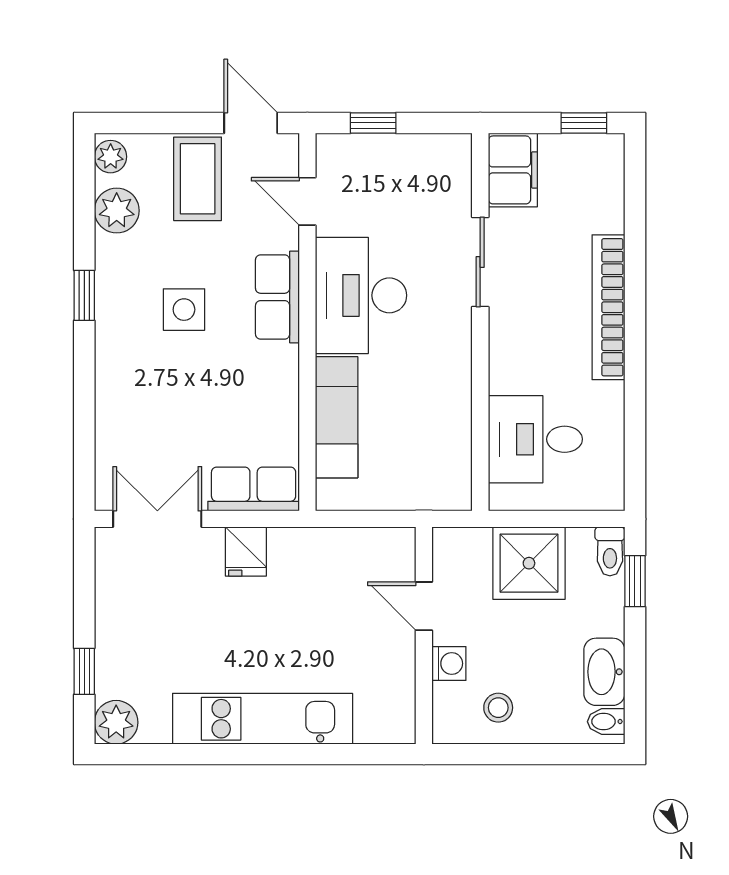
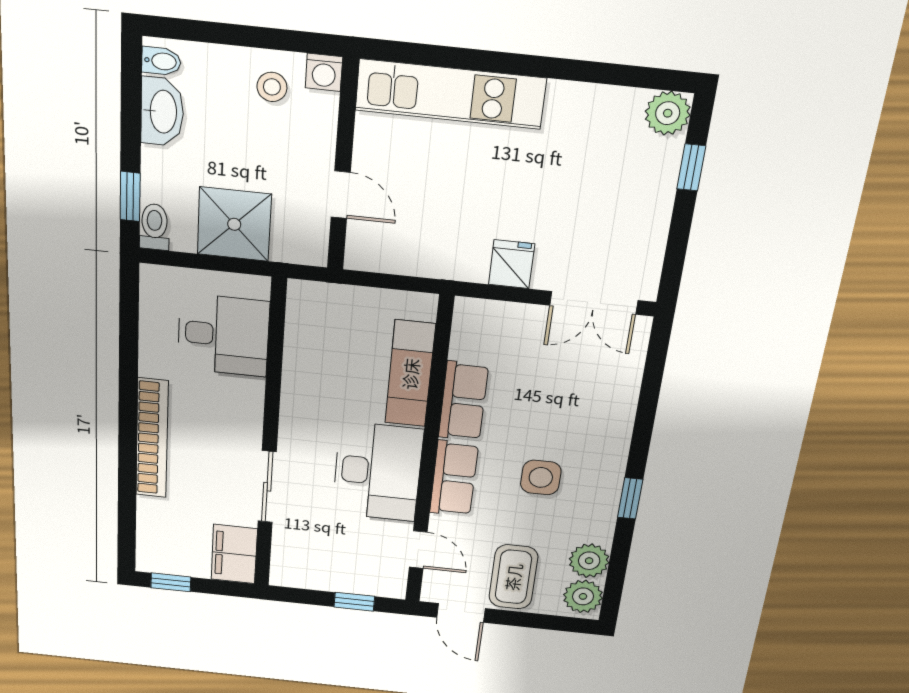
plant: (111, 157) -> (583, 596), width x1.38, depth x1.38
row of seats: (254, 489) -> (463, 401), moved, turned -90
washing machine: (449, 663) -> (324, 72), moved, turned -90
kitchen unit: (263, 719) -> (450, 94), moved

